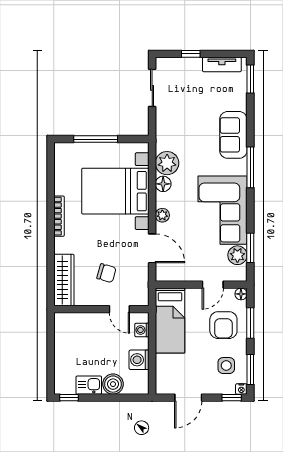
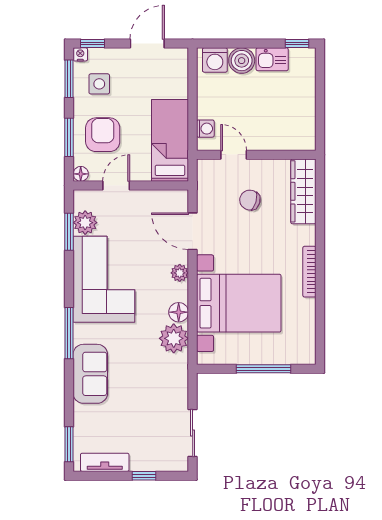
washing machine: (139, 360) -> (215, 60), moved, turned 90

